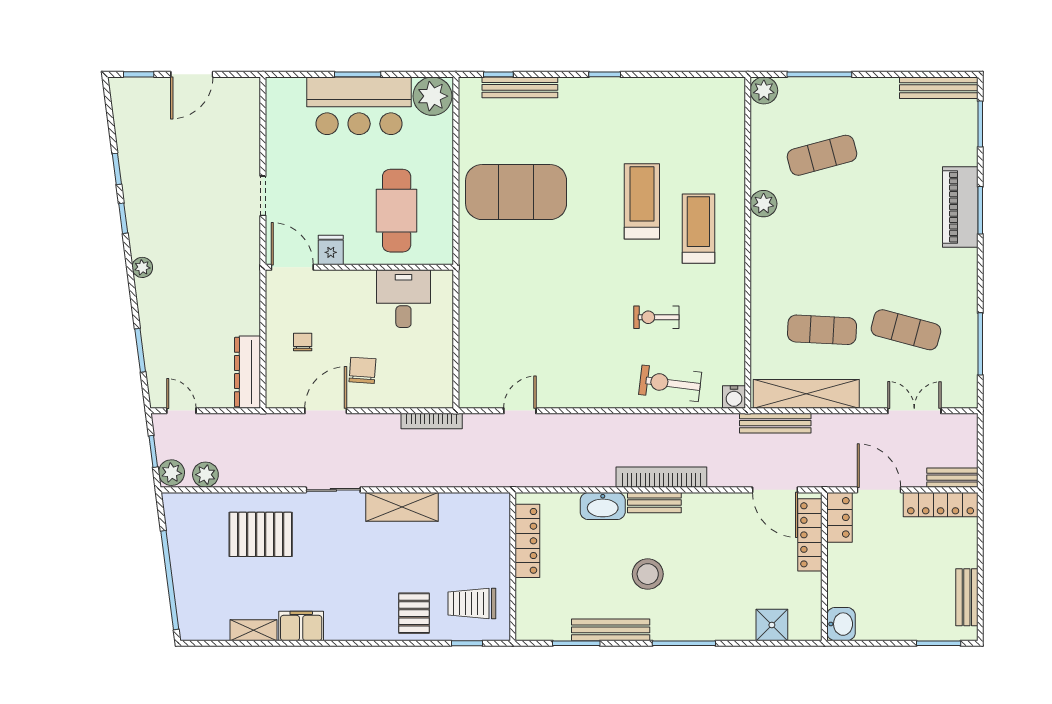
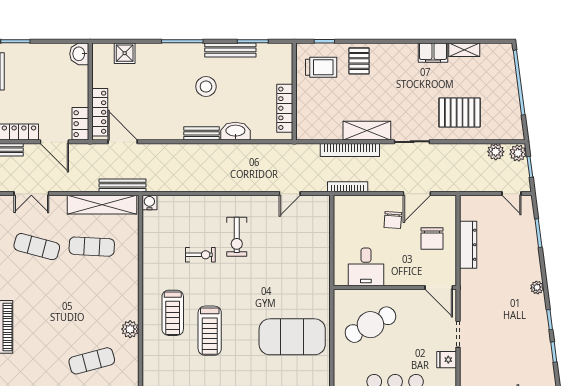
cafe table: (397, 211) -> (370, 325), turned 62
fridge: (331, 250) -> (447, 360), moved, turned 90
chair: (303, 342) -> (432, 239), width x1.87, depth x1.87
dresser: (248, 372) -> (468, 245), moved
exercise bike: (670, 383) -> (237, 237), moved, turned 83
bookcase: (661, 477) -> (350, 150), moved

